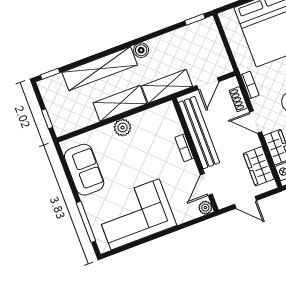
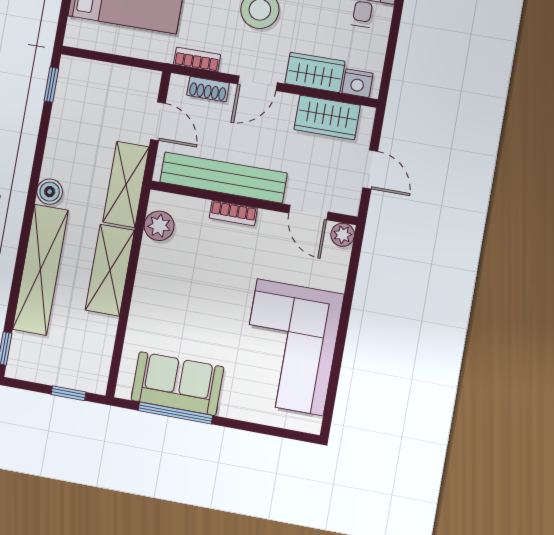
plant: (123, 128) -> (159, 226), moved
door: (245, 202) -> (370, 170), hinge flipped
window: (86, 222) -> (175, 413), moved

